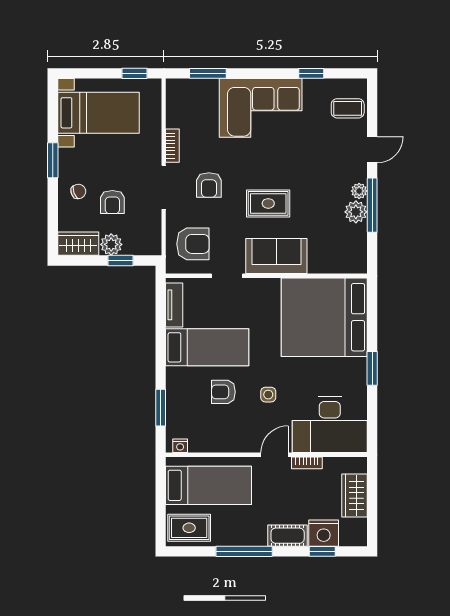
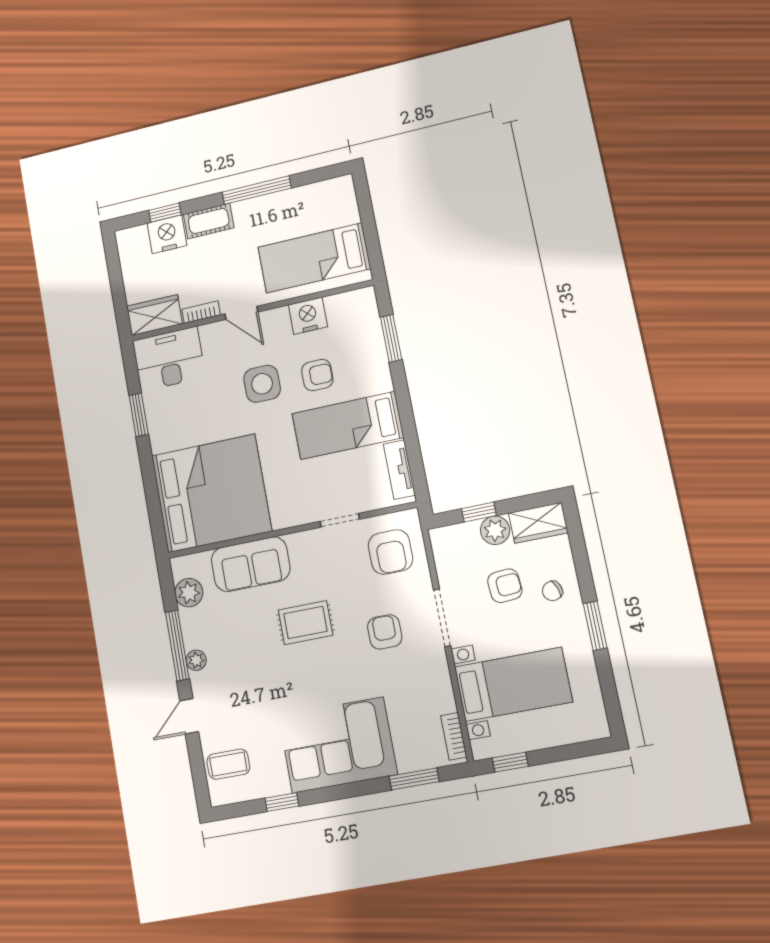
bed with nightstands: (98, 113) -> (513, 684), moved, turned 180
bookcase: (172, 146) -> (454, 736), moved
armchair: (112, 202) -> (505, 586), turned 86
plant: (356, 212) -> (189, 593), moved
armchair: (193, 244) -> (390, 552), turned -90
sofa: (276, 256) -> (251, 564), moved
window: (372, 368) -> (139, 415), moved
side table: (268, 395) -> (262, 384), width x1.87, depth x1.87
desk: (330, 425) -> (169, 359), width x0.73, depth x0.77
nightstand: (180, 446) -> (308, 316), moved, width x1.89, depth x1.79
door: (275, 455) -> (241, 313), hinge flipped
wardrobe: (354, 496) -> (154, 315), moved, turned -90
rug: (189, 528) -> (328, 202), removed

